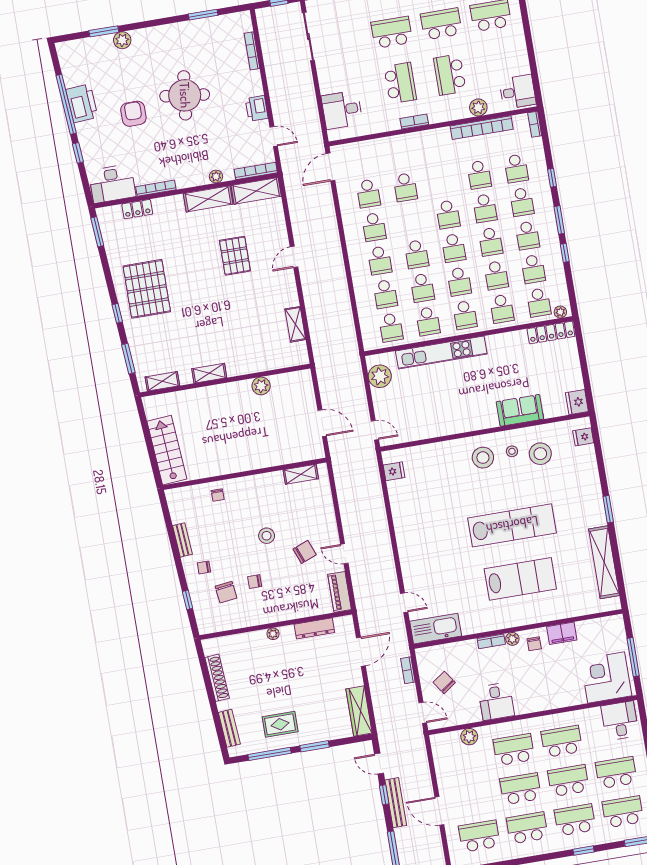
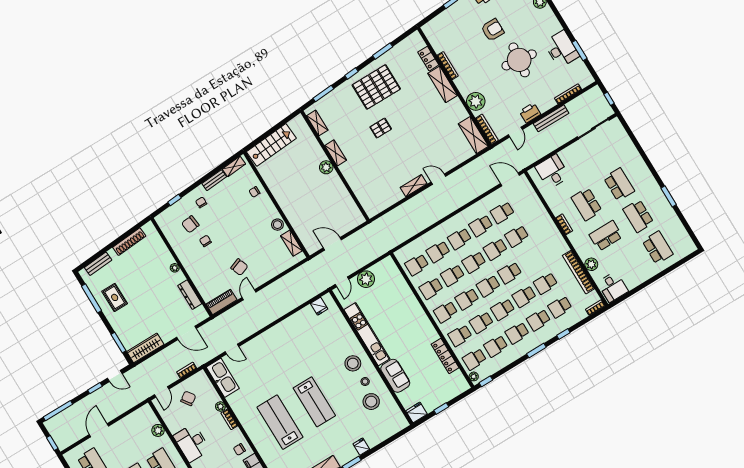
school desk: (441, 24) -> (638, 216), turned 180
school desk: (400, 83) -> (587, 204), turned 90
plant: (216, 177) -> (476, 101), width x1.87, depth x1.87
desk: (112, 184) -> (561, 49), moved, turned 180
shelving: (208, 199) -> (443, 84), moved
school desk: (411, 221) -> (495, 249), added
window: (97, 232) -> (383, 51), moved
window: (565, 253) -> (486, 381), moved
pallet: (235, 256) -> (381, 128), moved, width x0.67, depth x0.71
shelving: (295, 324) -> (414, 186), moved
locker: (551, 333) -> (445, 356), moved
kitchen unit: (441, 353) -> (367, 334), moved, turned 180
window: (584, 369) -> (441, 409), added
plant: (380, 376) -> (366, 279), moved
plant: (261, 386) -> (326, 167), moved
door: (322, 423) -> (332, 244), swing flipped
fridge: (583, 437) -> (361, 447), moved
shelving: (175, 508) -> (234, 167), added
lab bench: (512, 525) -> (314, 402), width x0.73
stool: (267, 536) -> (277, 225), moved
lab bench: (520, 579) -> (280, 422), turned 180
door: (404, 603) -> (232, 349), hinge flipped
plant: (512, 639) -> (220, 406), moved
desk: (496, 701) -> (192, 443), width x1.37
window: (315, 746) -> (118, 343), moved
door: (379, 764) -> (115, 376), swing flipped
bench: (396, 803) -> (551, 118), moved

